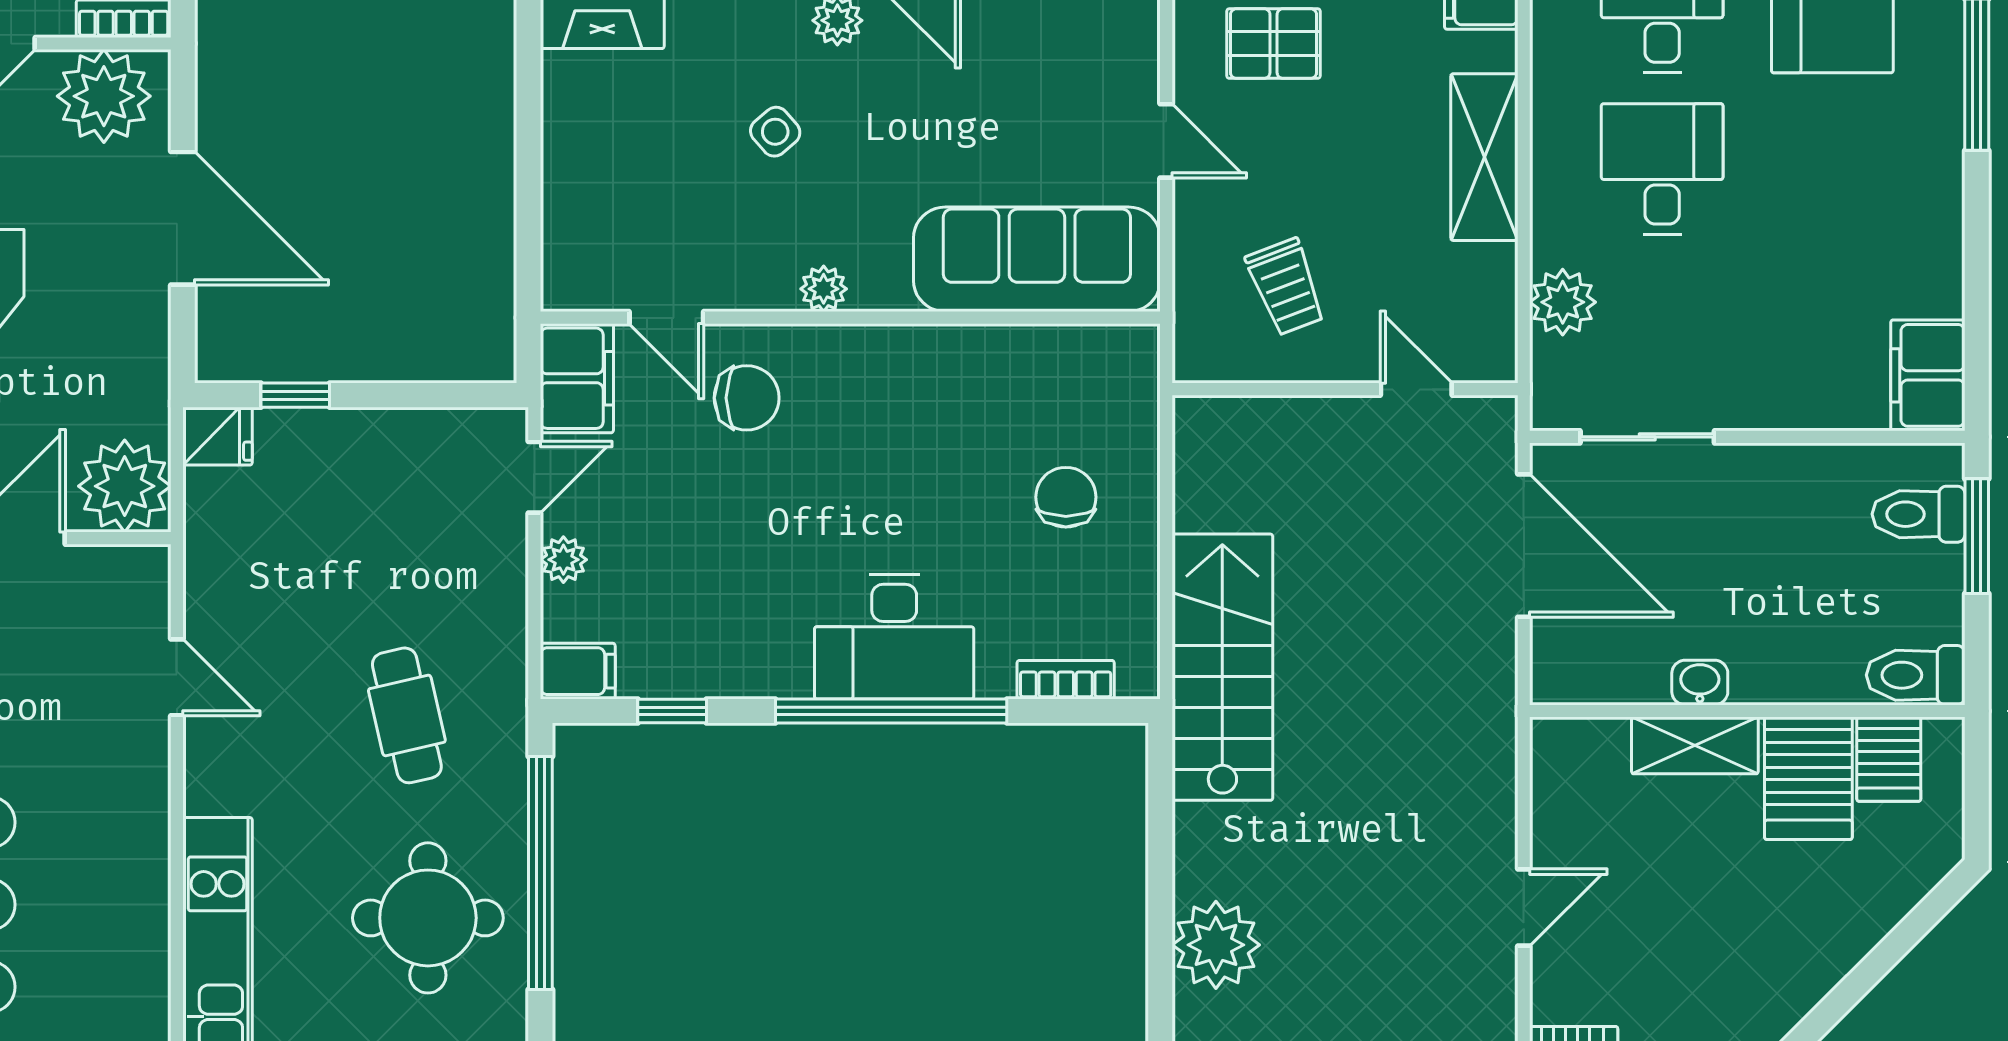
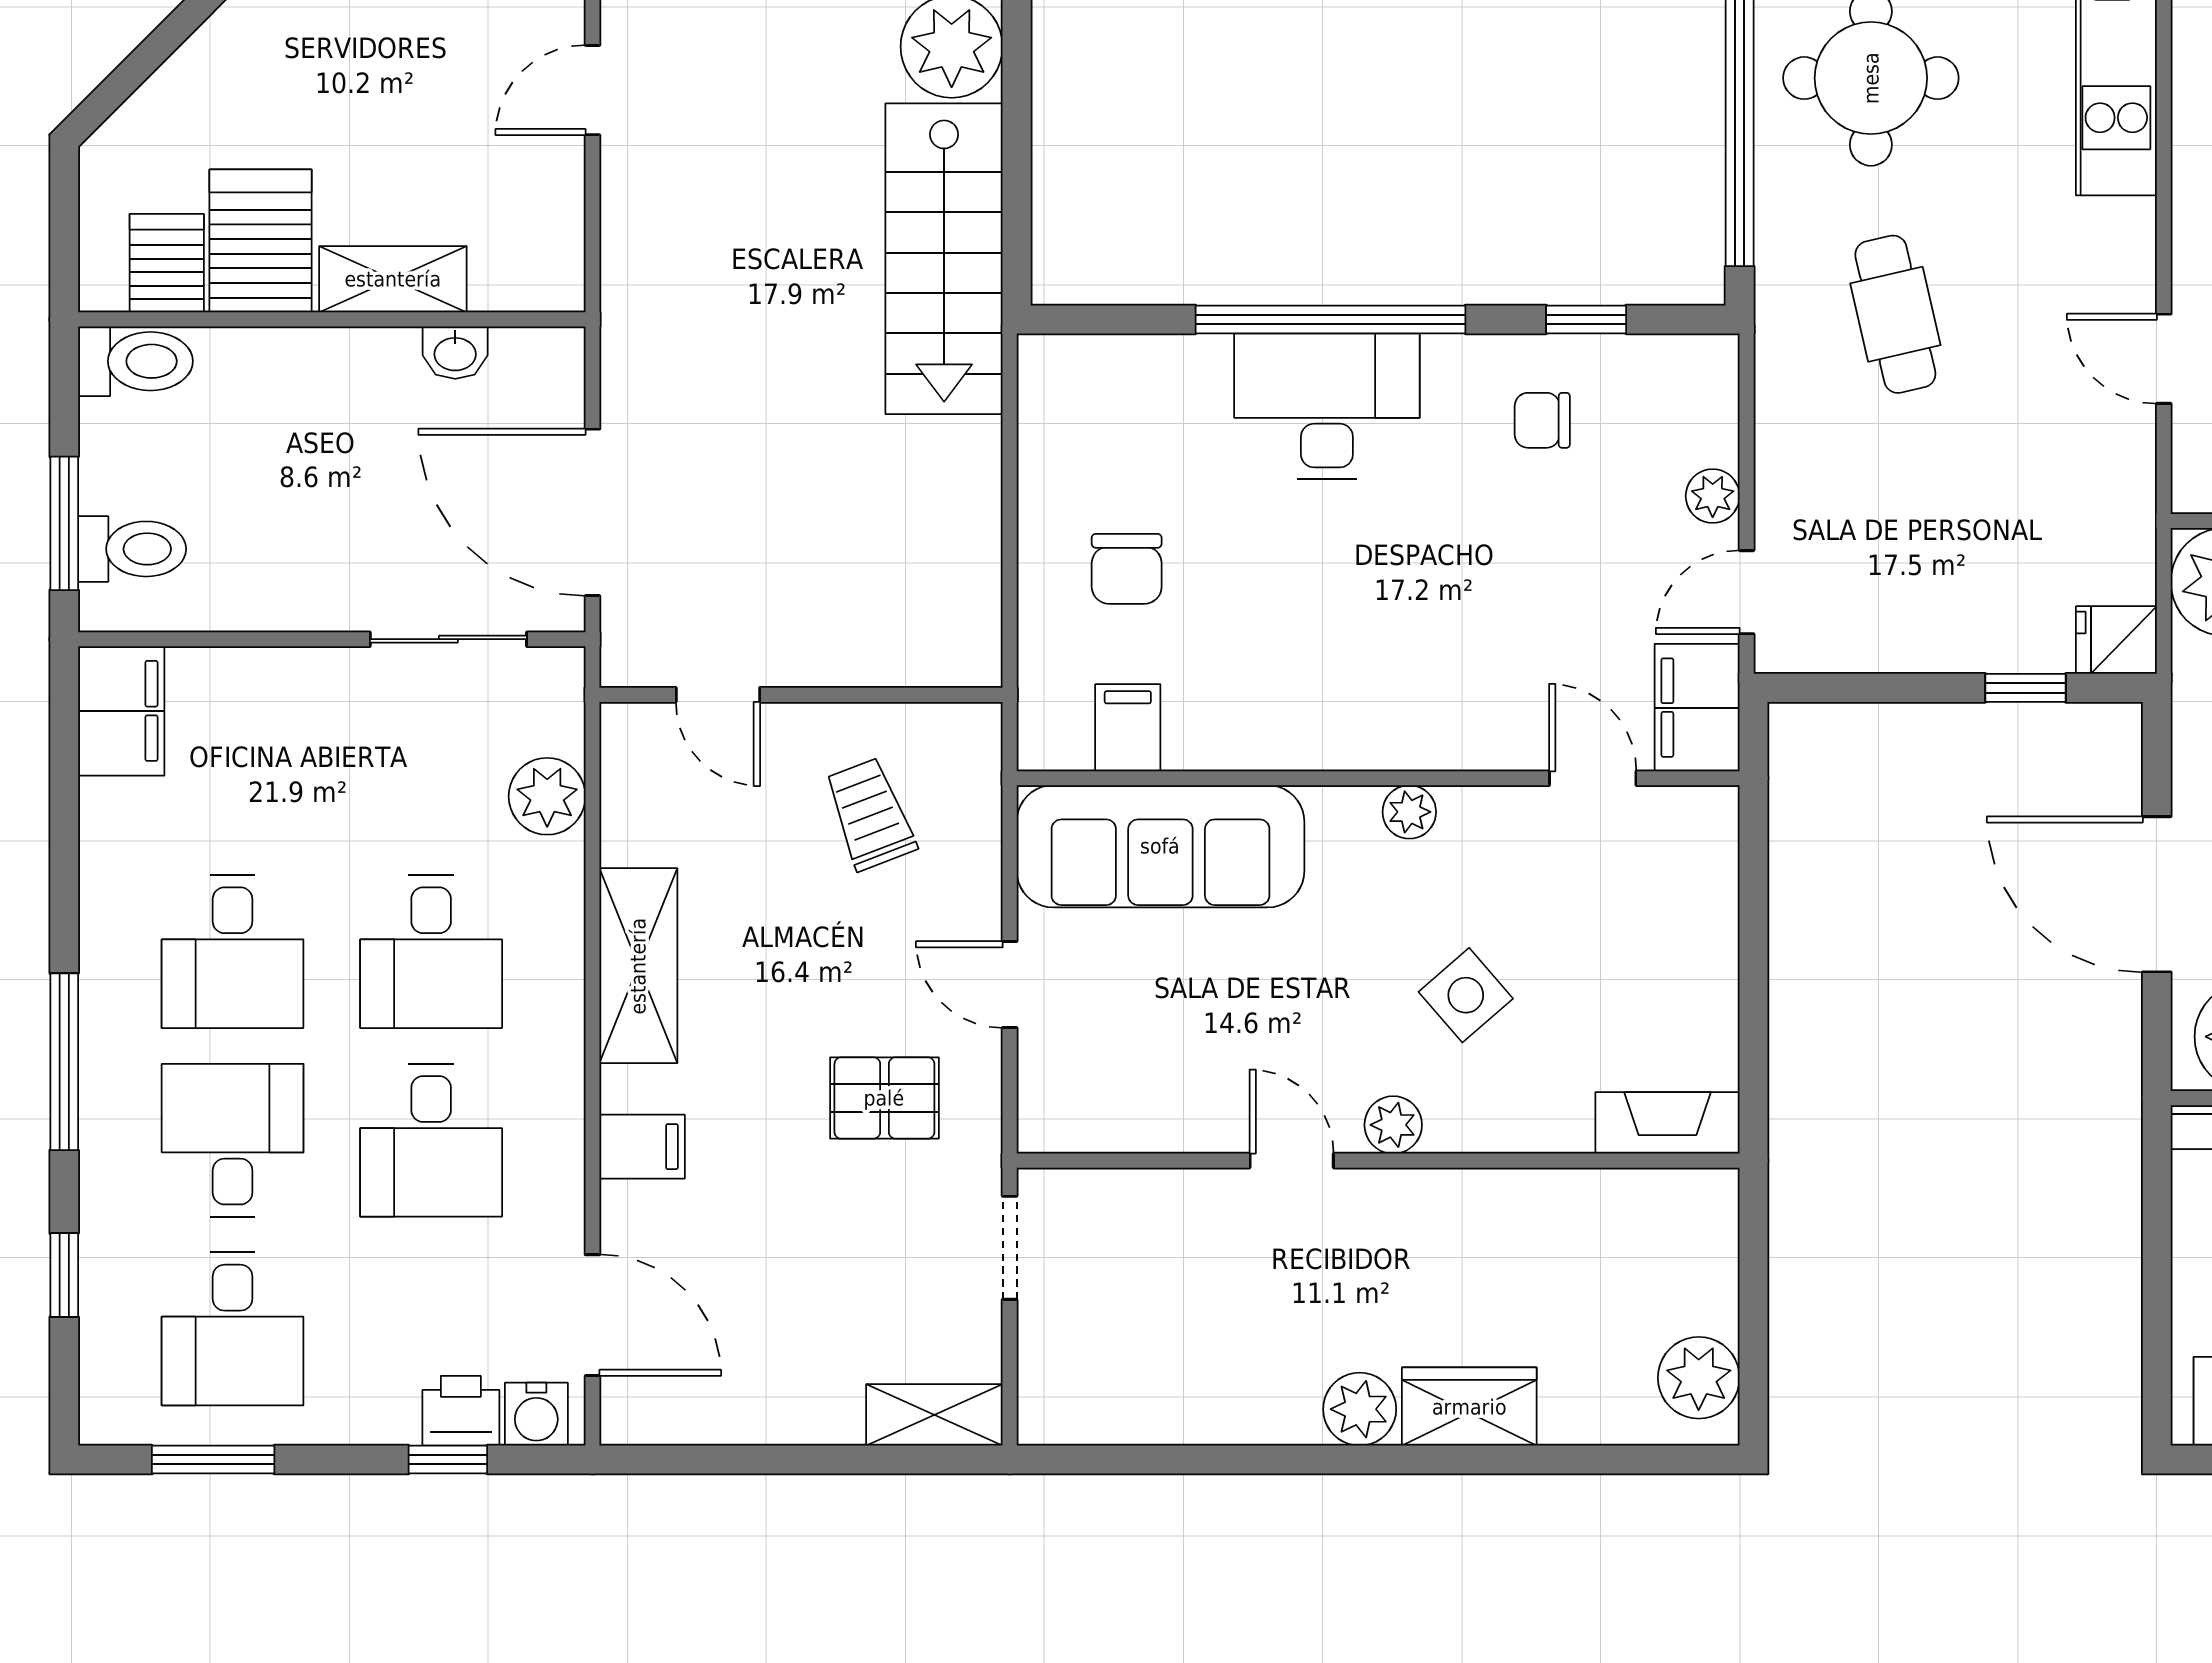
side table: (775, 132) -> (1466, 995), width x1.37, depth x1.37
desk: (1832, 169) -> (233, 952), added
chair: (747, 398) -> (1542, 420), moved, width x0.73, depth x0.73
stairs: (1222, 667) -> (944, 259), moved
filing cabinet: (578, 671) -> (1128, 728), moved, turned 90
bookcase: (1066, 680) -> (1127, 356), removed
washbasin: (1700, 683) -> (455, 353), moved

